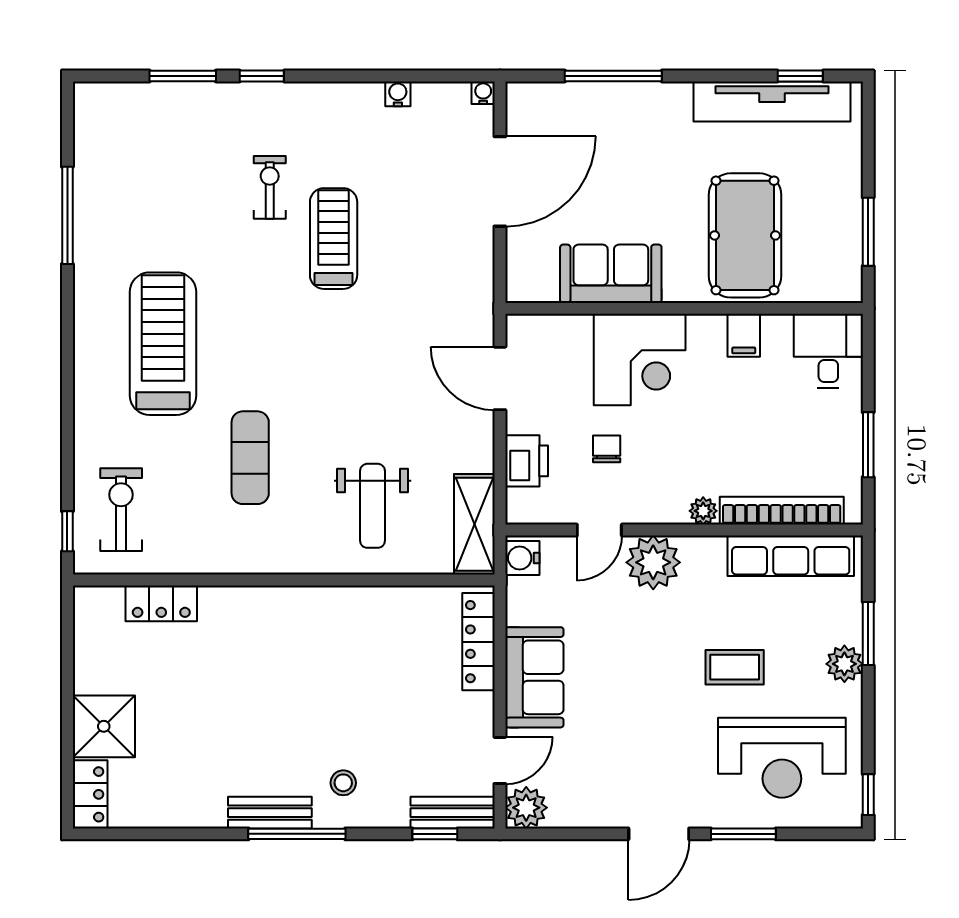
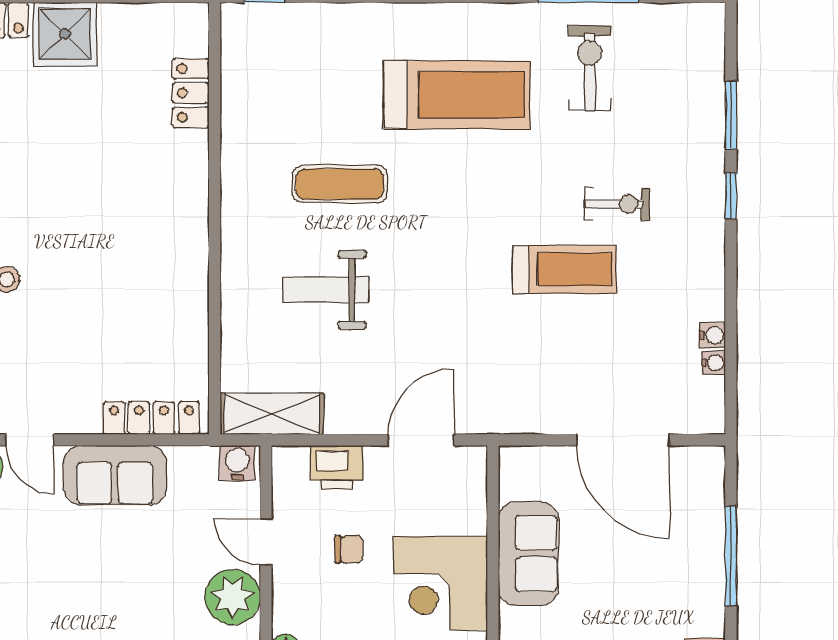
water cooler: (483, 93) -> (714, 363), moved
weight bench: (373, 506) -> (326, 290), moved
exercise bike: (121, 510) -> (590, 68), moved, turned -90

